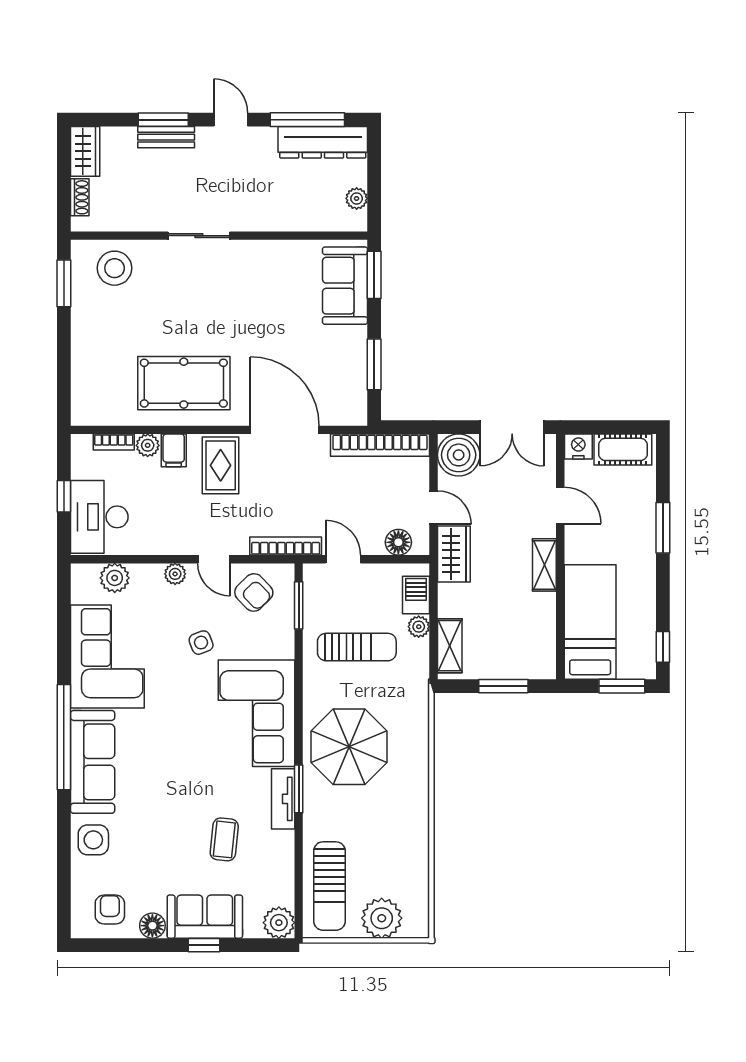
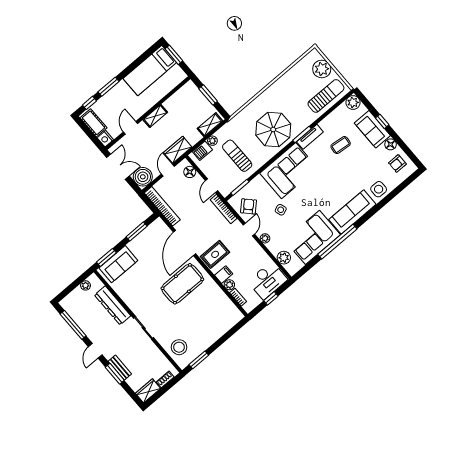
dresser: (323, 142) -> (113, 305), moved, turned 180
pool table: (184, 383) -> (182, 284), moved, turned 90
bed: (590, 622) -> (150, 71), moved
window: (663, 647) -> (89, 103), moved
window: (64, 737) -> (337, 242), moved

